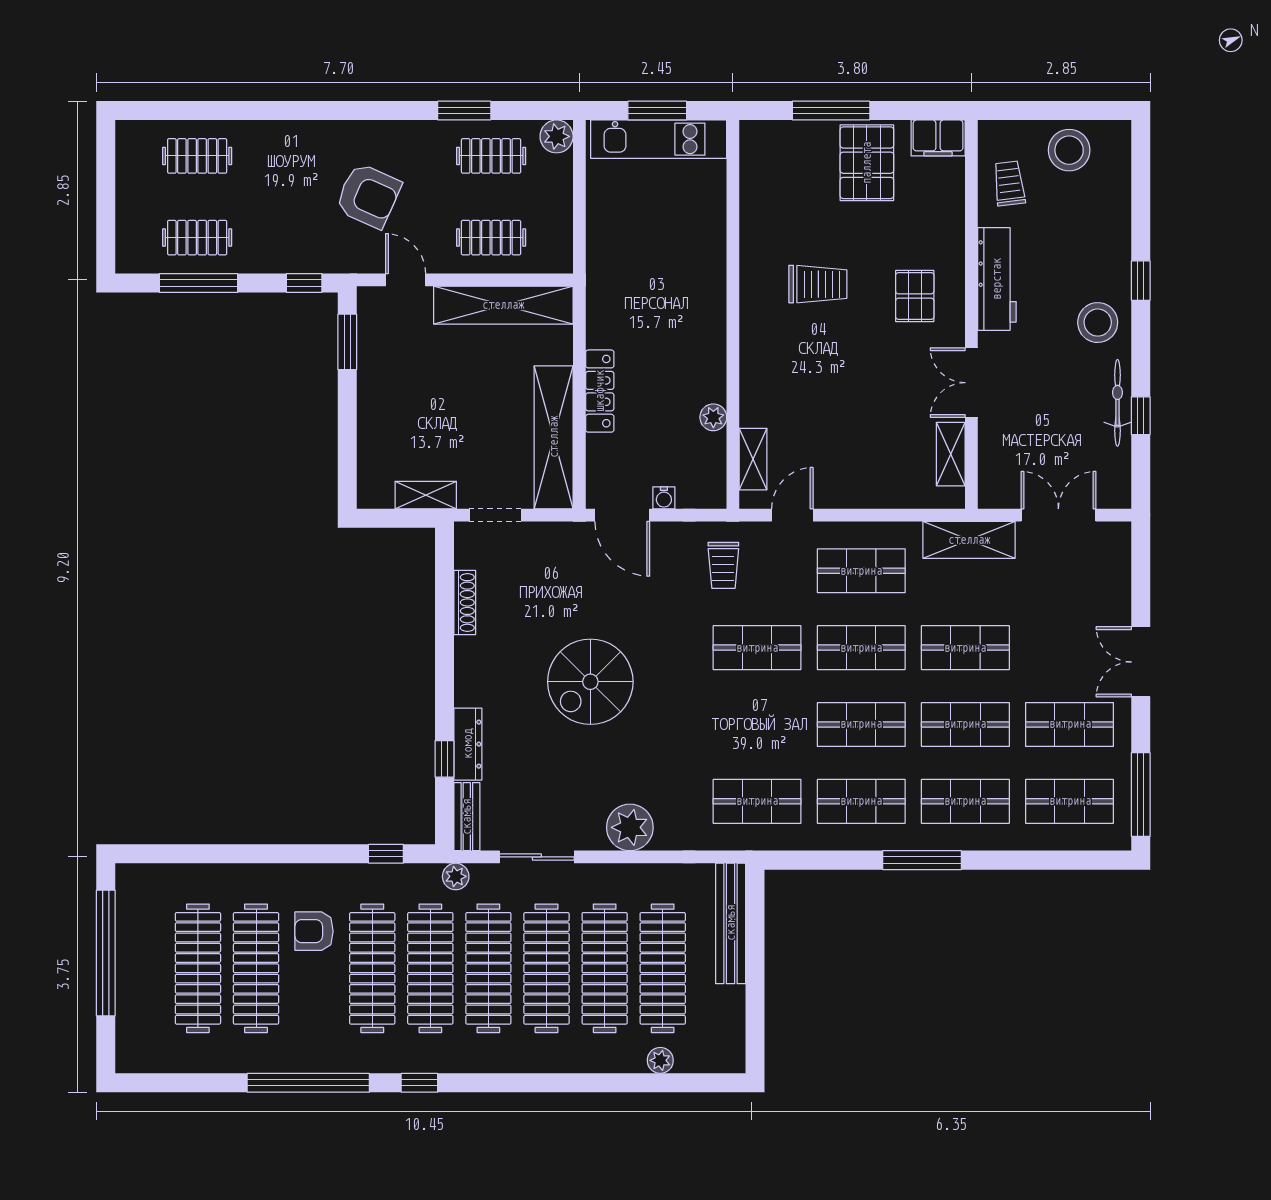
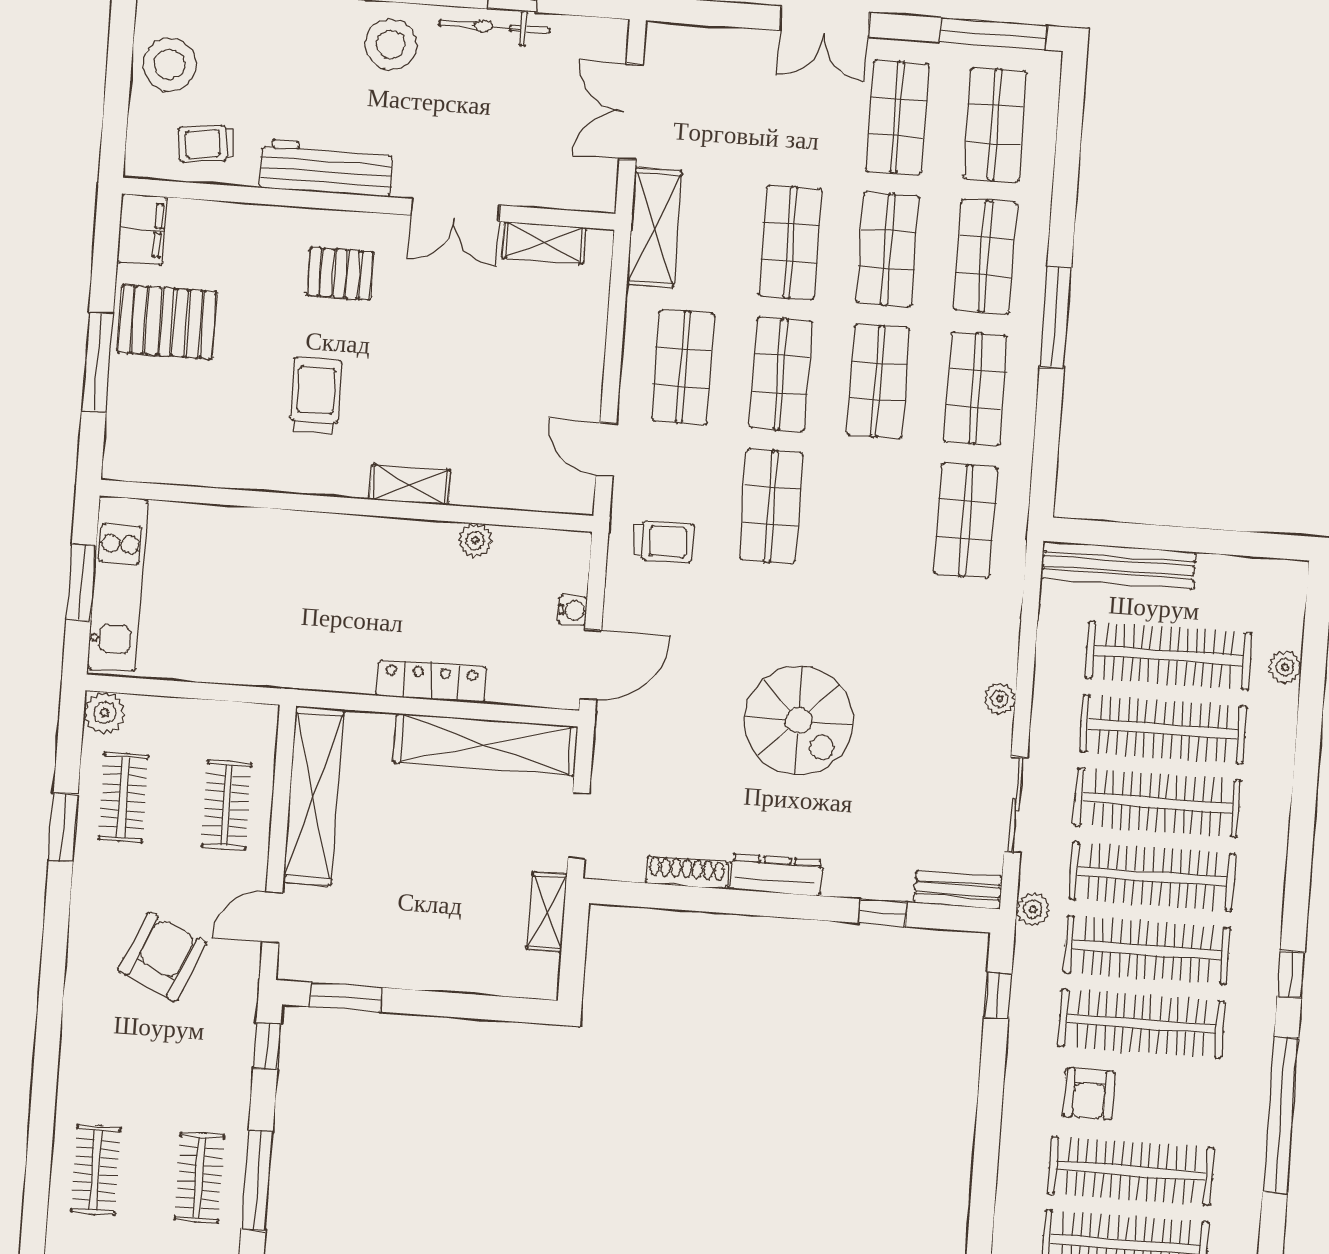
shelving: (753, 459) -> (410, 485), moved
dresser: (468, 744) -> (776, 875), moved
plant: (630, 827) -> (1000, 699), width x0.53, depth x0.53

